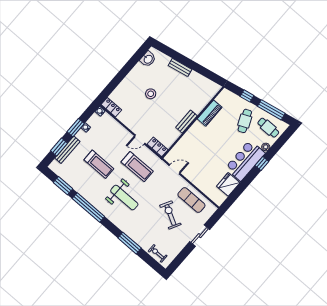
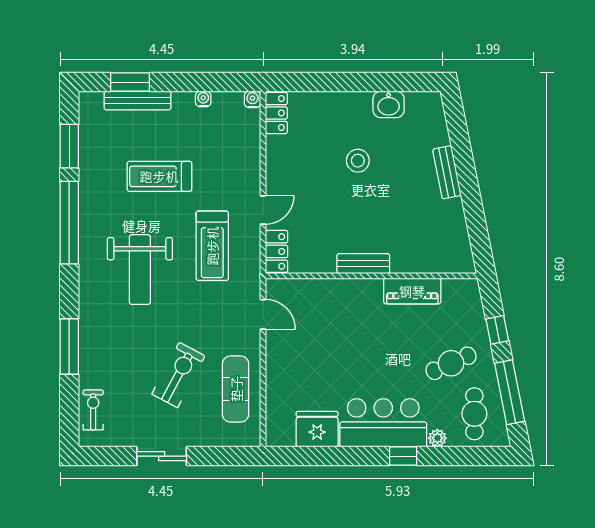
washbasin: (148, 59) -> (389, 104), moved
window: (76, 128) -> (188, 82), removed
door: (140, 139) -> (263, 210), swing flipped
treadmill: (99, 164) -> (159, 176), turned 90
sliding door: (200, 236) -> (162, 456), moved

